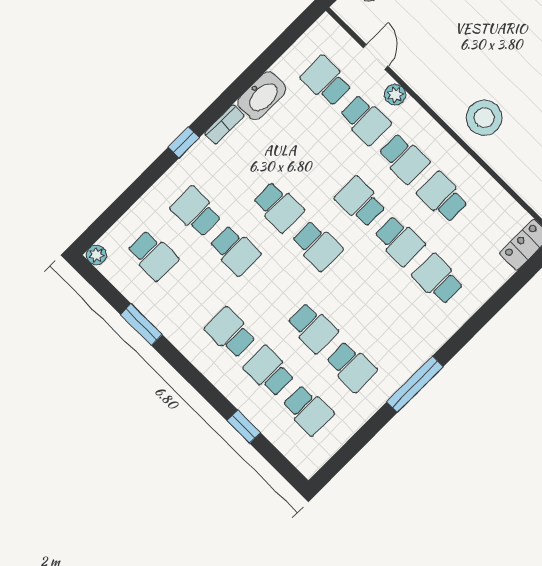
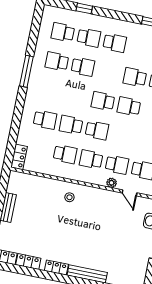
stool: (484, 118) -> (69, 197), width x0.53, depth x0.53
school desk: (365, 120) -> (117, 165), turned 180
school desk: (312, 328) -> (83, 67), turned 180

